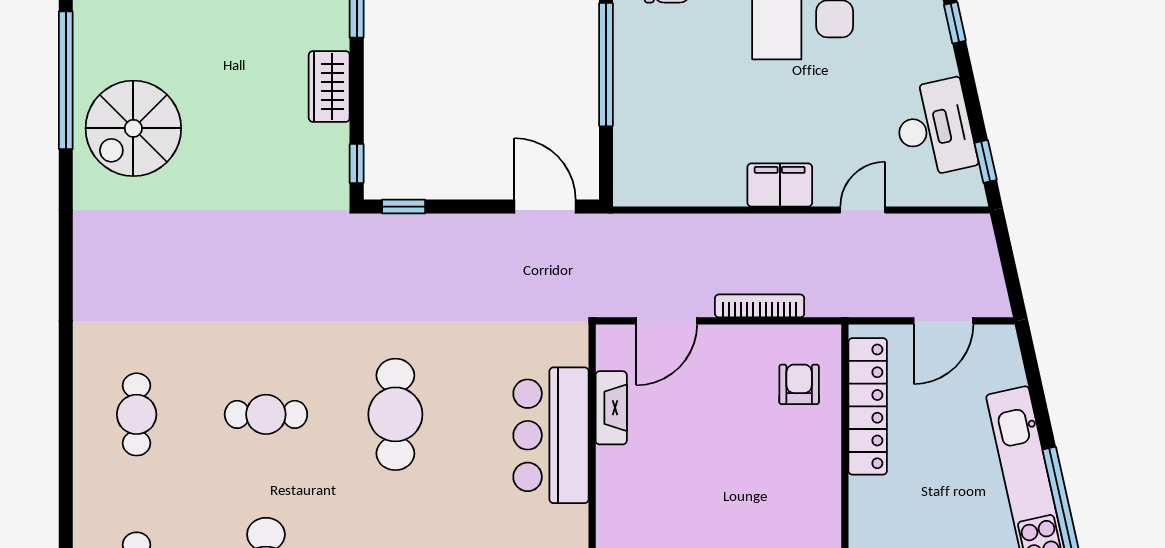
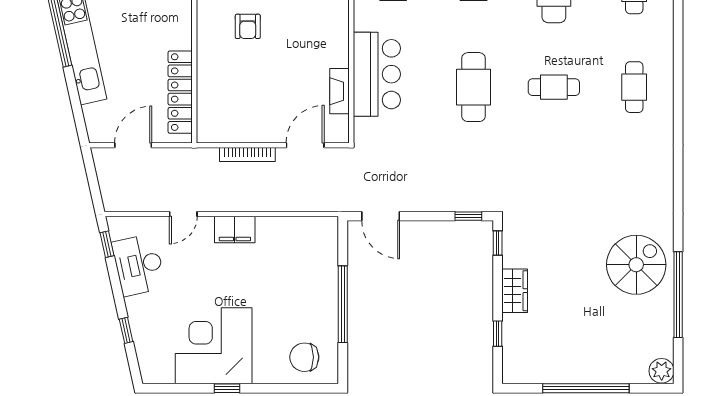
armchair: (799, 384) -> (248, 26), moved

